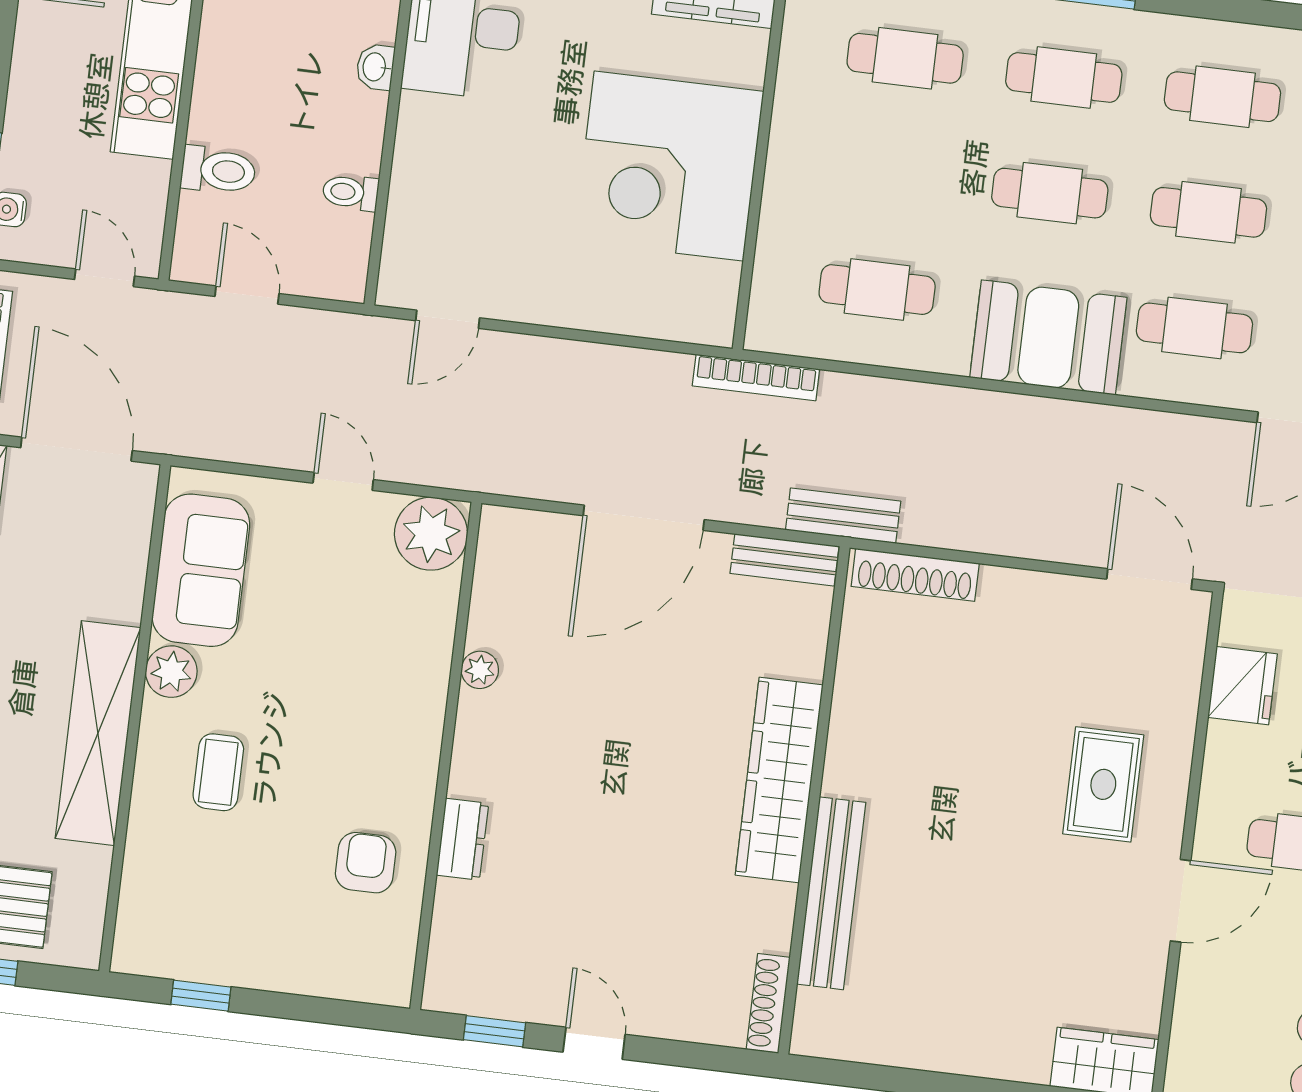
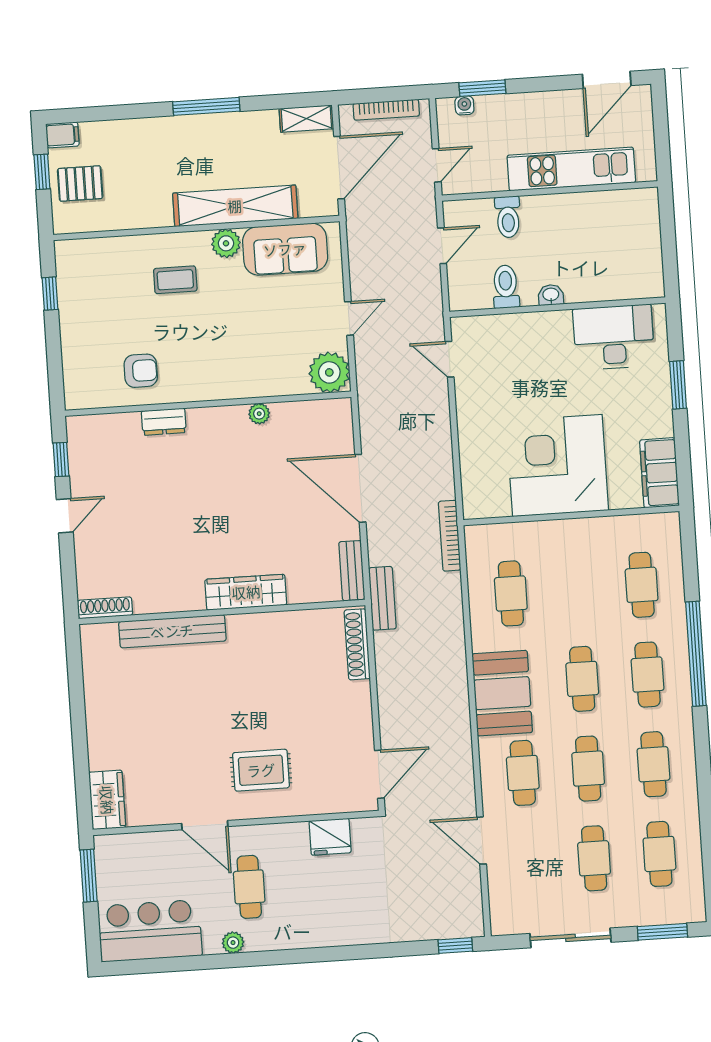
washbasin: (375, 67) -> (551, 295), moved
toilet: (350, 192) -> (506, 287), width x1.37, depth x1.39
shelving: (98, 733) -> (235, 206), moved
wardrobe: (779, 780) -> (246, 592), width x0.71, depth x0.85

